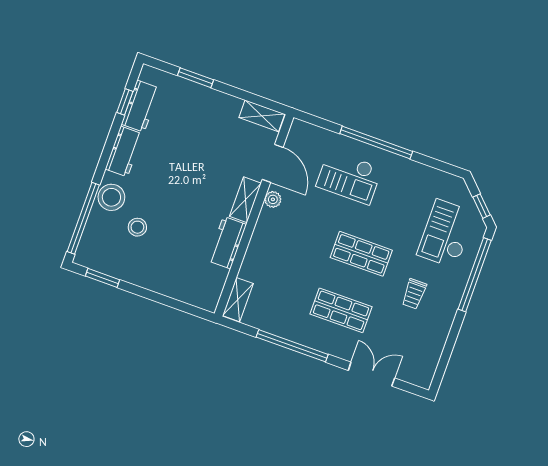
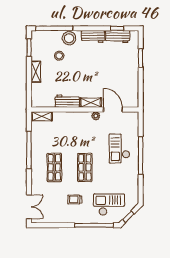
shelving: (262, 116) -> (36, 72), moved
door: (273, 163) -> (113, 110), swing flipped
double door: (371, 374) -> (29, 207), moved

